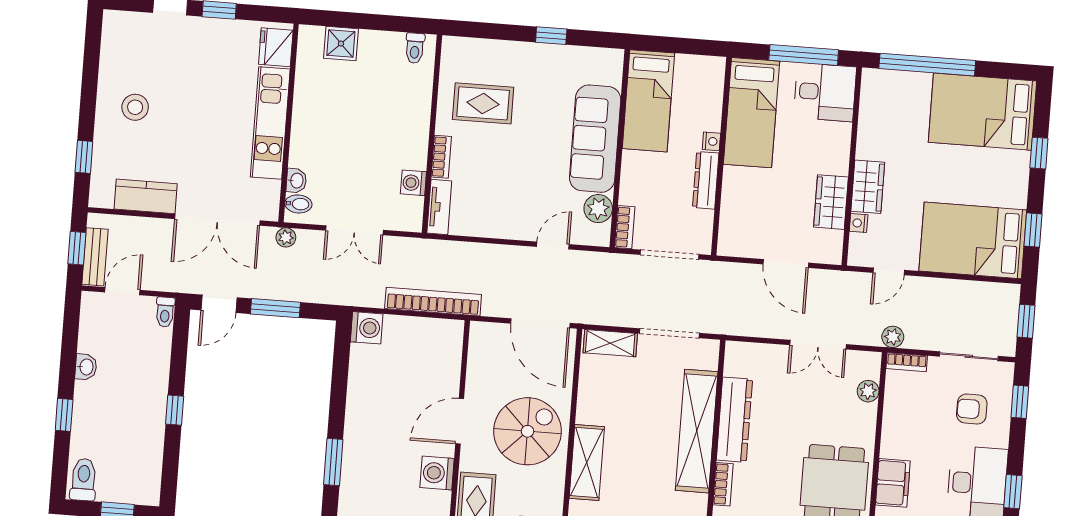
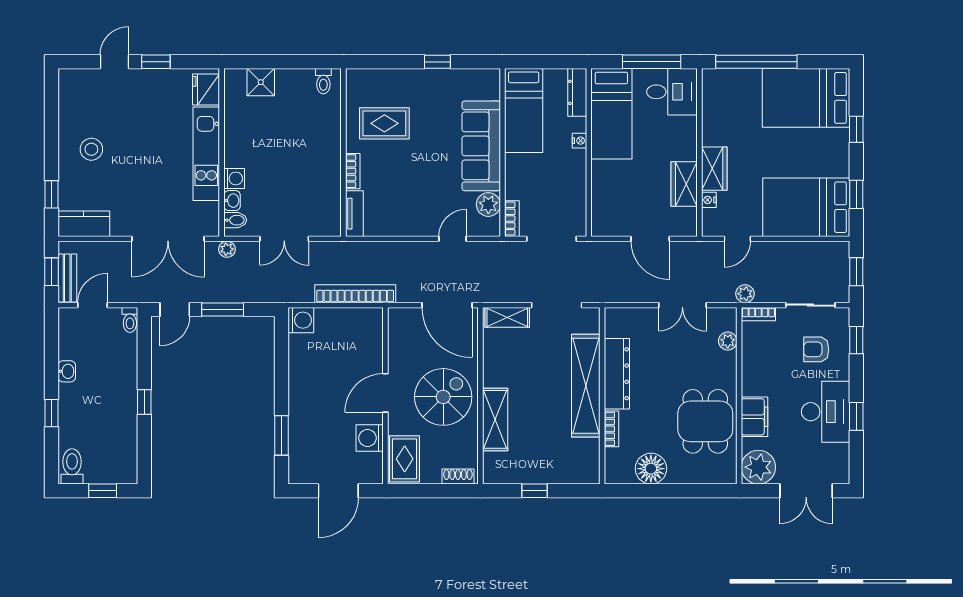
dresser: (706, 180) -> (577, 92), moved
washing machine: (413, 183) -> (234, 179), moved, turned 180
kitchen counter: (146, 196) -> (84, 224), moved

